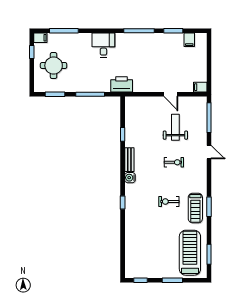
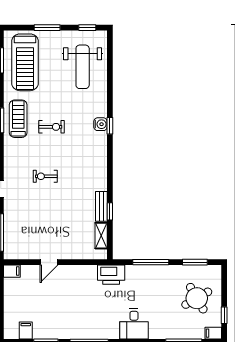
round table: (54, 66) -> (197, 298), turned -30
door: (171, 94) -> (49, 262), swing flipped
shelving: (130, 115) -> (101, 236), added
weight bench: (175, 127) -> (83, 67), moved, width x1.36, depth x1.33
bench: (129, 160) -> (101, 206), moved
water cooler: (130, 178) -> (100, 124), moved

